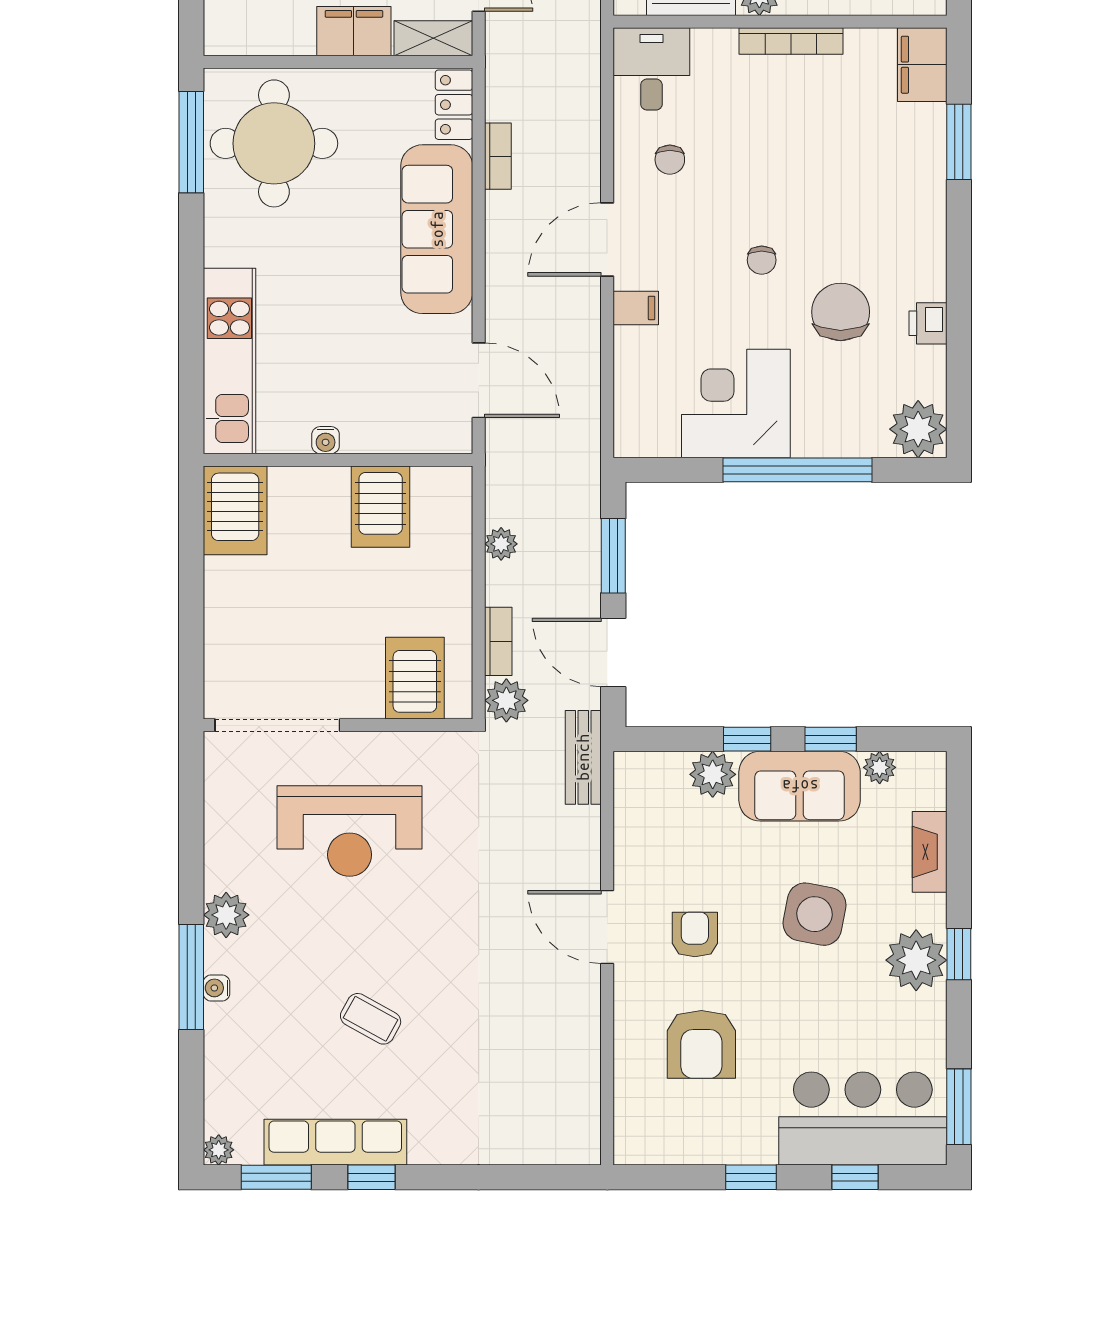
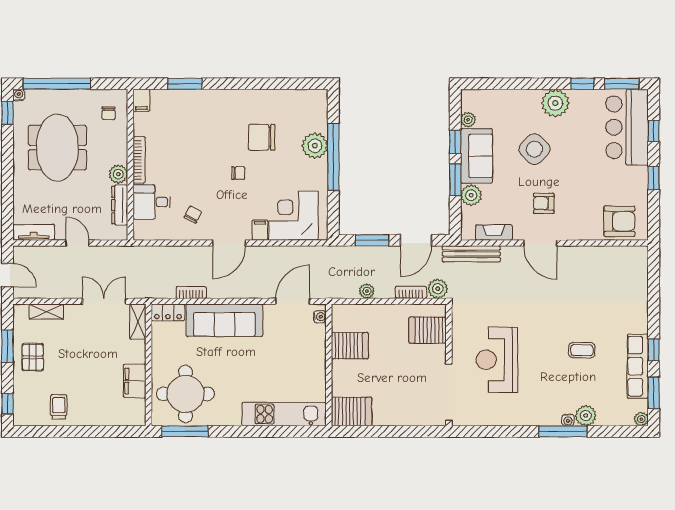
filing cabinet: (354, 31) -> (135, 381), moved
filing cabinet: (922, 65) -> (141, 100), width x0.50
desk: (651, 69) -> (152, 202), moved
chair: (670, 160) -> (193, 215), turned -62
door: (607, 239) -> (229, 243), hinge flipped
printer: (928, 323) -> (267, 98), removed
corner desk: (736, 404) -> (294, 216), moved, turned 90
plant: (918, 429) -> (315, 146), moved
water cooler: (326, 440) -> (320, 317), moved
window: (747, 739) -> (455, 180), width x1.50
bench: (583, 757) -> (471, 254), width x1.36
reception desk: (350, 831) -> (497, 360), turned 180
fireplace: (930, 852) -> (494, 232), moved, turned 180
side table: (815, 914) -> (534, 149), turned 33
plant: (226, 915) -> (586, 416), moved
door: (607, 927) -> (540, 243), hinge flipped
window: (959, 954) -> (582, 84), moved
coffee table: (371, 1019) -> (582, 350), turned 61
armchair: (701, 1044) -> (619, 221), moved

